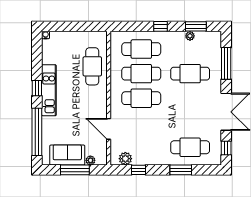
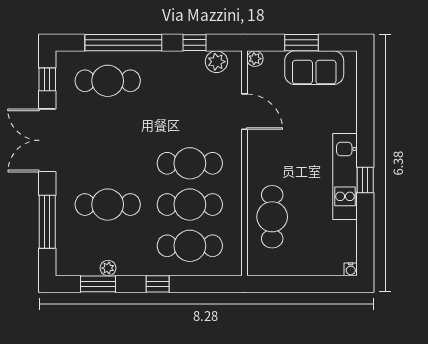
window: (37, 132) -> (365, 107), removed
plant: (90, 160) -> (255, 59), moved
window: (75, 170) -> (302, 43), width x0.69
window: (181, 170) -> (123, 43), width x2.11

